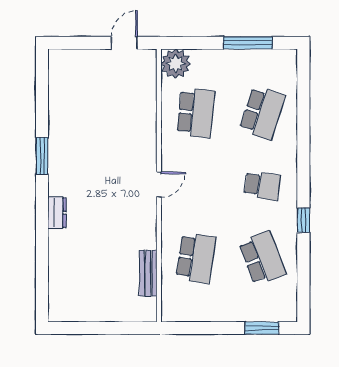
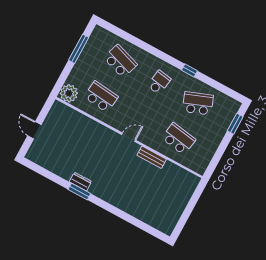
door: (124, 43) -> (34, 130), moved
door: (159, 184) -> (129, 137), hinge flipped
dresser: (57, 213) -> (80, 182), moved
bench: (148, 273) -> (152, 157), moved

